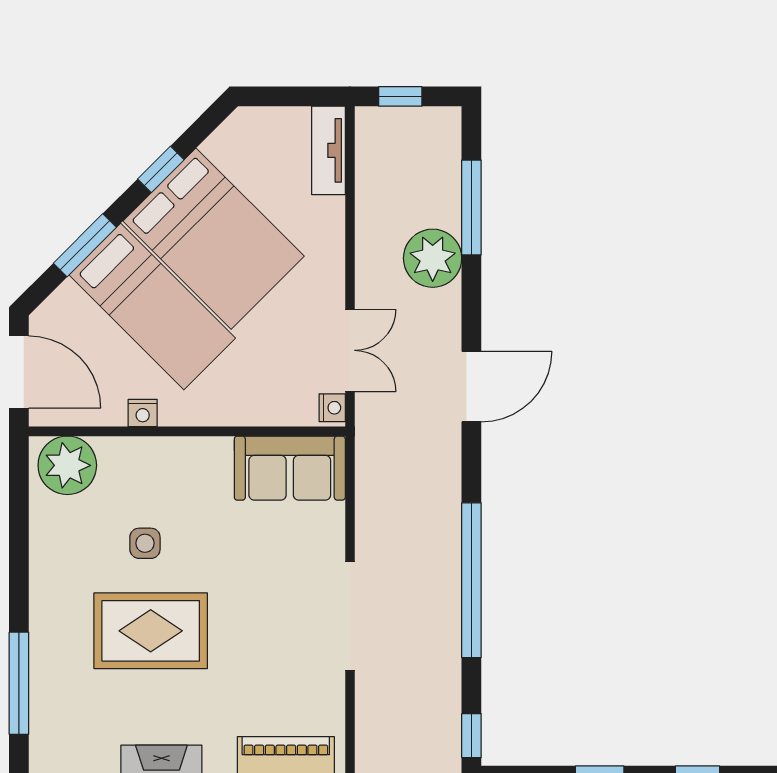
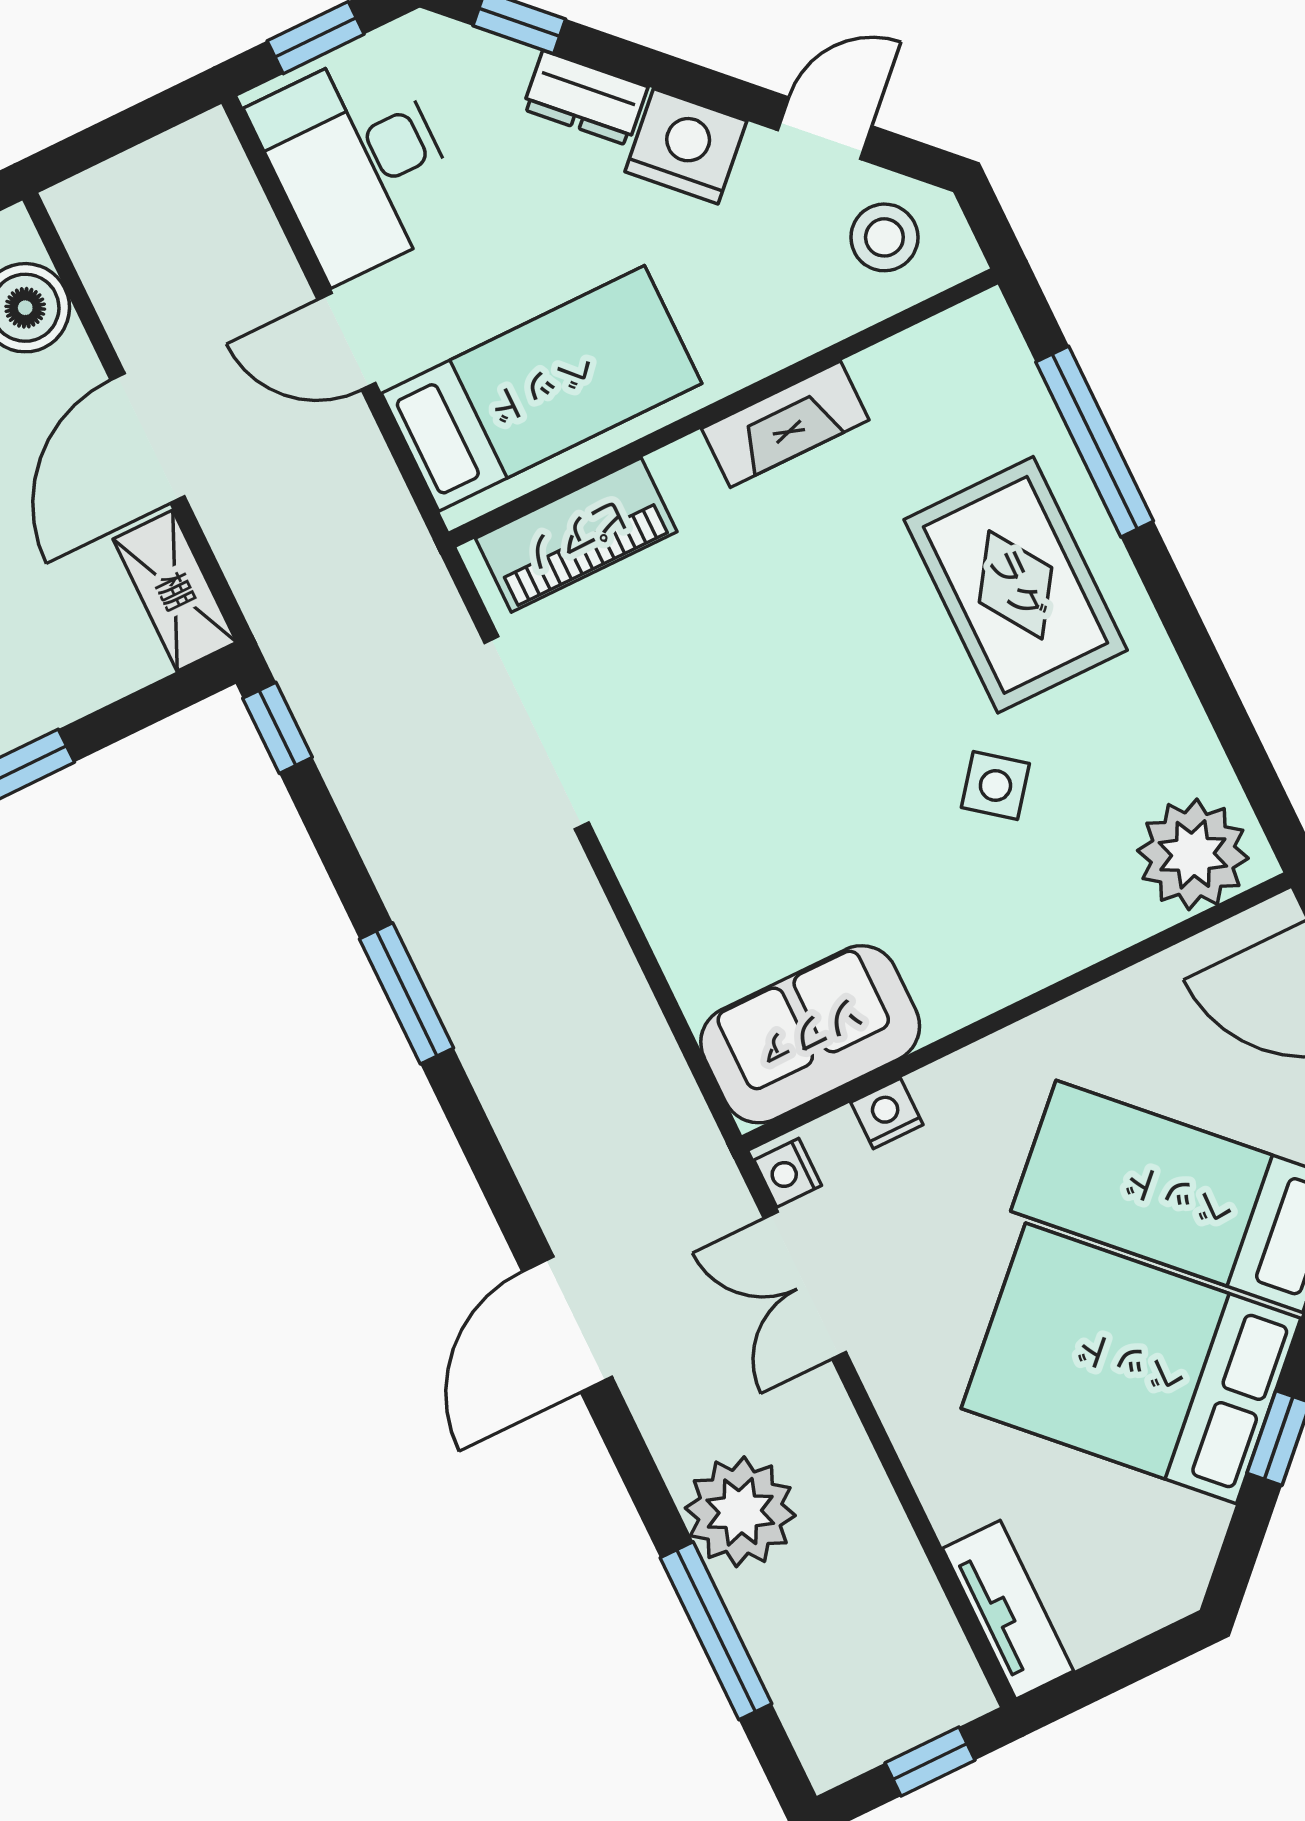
nightstand: (143, 413) -> (887, 1113), moved
side table: (145, 543) -> (995, 785), turned 38
window: (471, 580) -> (407, 993), width x0.47
doorway: (350, 616) -> (537, 733), moved
rug: (151, 631) -> (1016, 585), moved, turned 90

